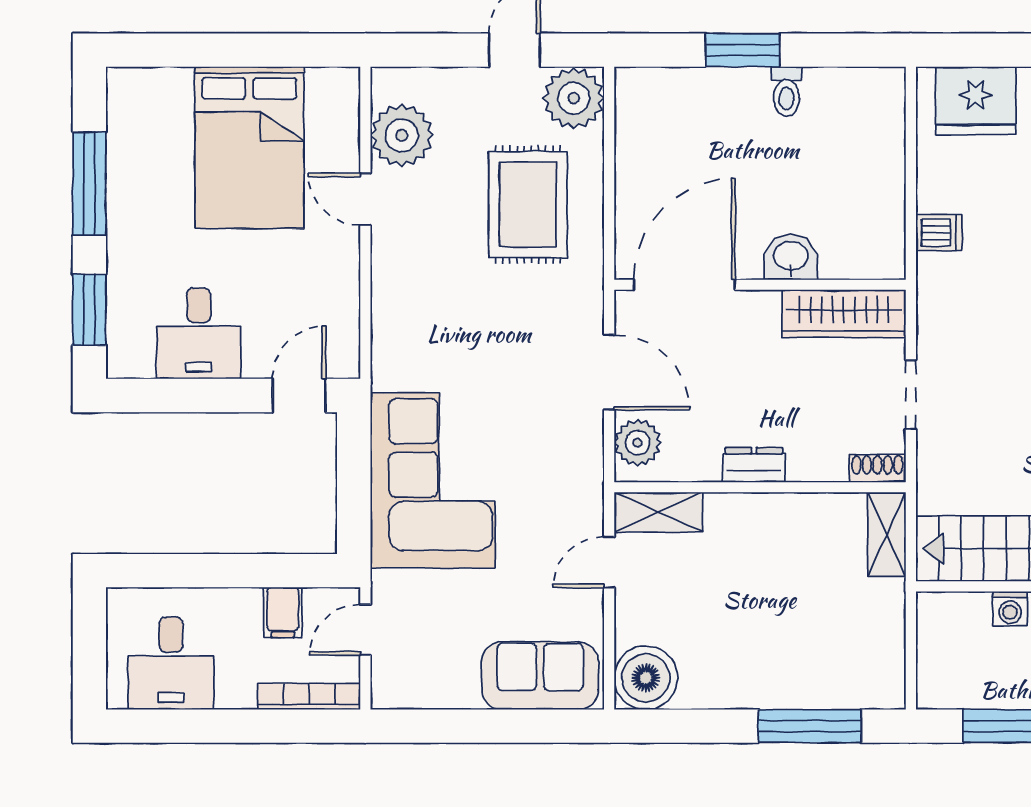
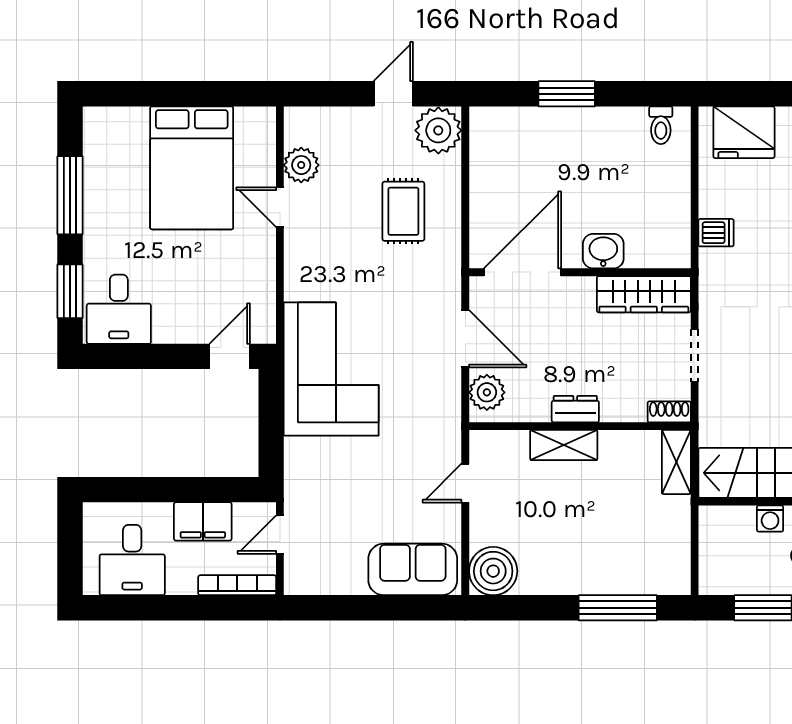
toilet: (786, 91) -> (661, 125), moved
plant: (402, 135) -> (301, 165), width x0.73, depth x0.73
rug: (528, 205) -> (403, 211), width x0.73, depth x0.70
desk: (199, 333) -> (119, 309), moved
corner sofa: (433, 480) -> (331, 369), moved
shelving: (658, 512) -> (564, 445), moved
filing cabinet: (283, 612) -> (203, 521), width x2.00

